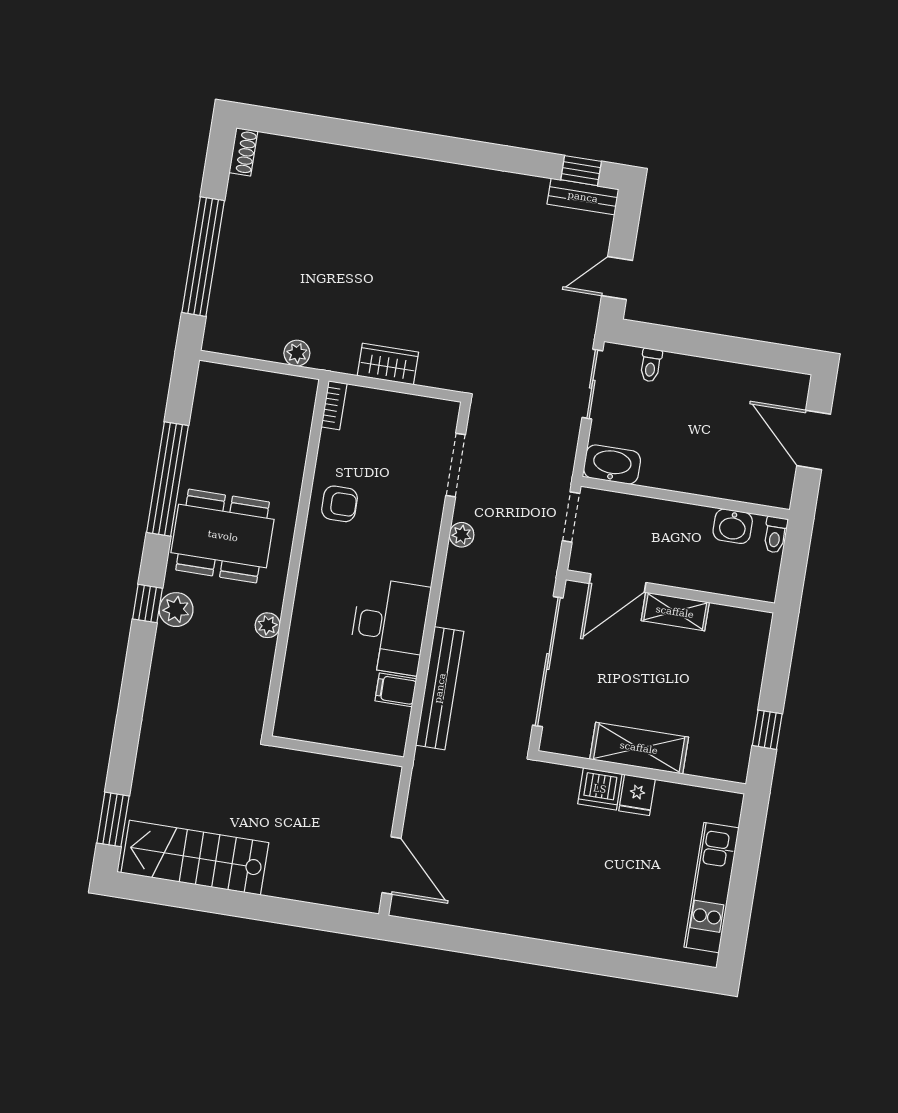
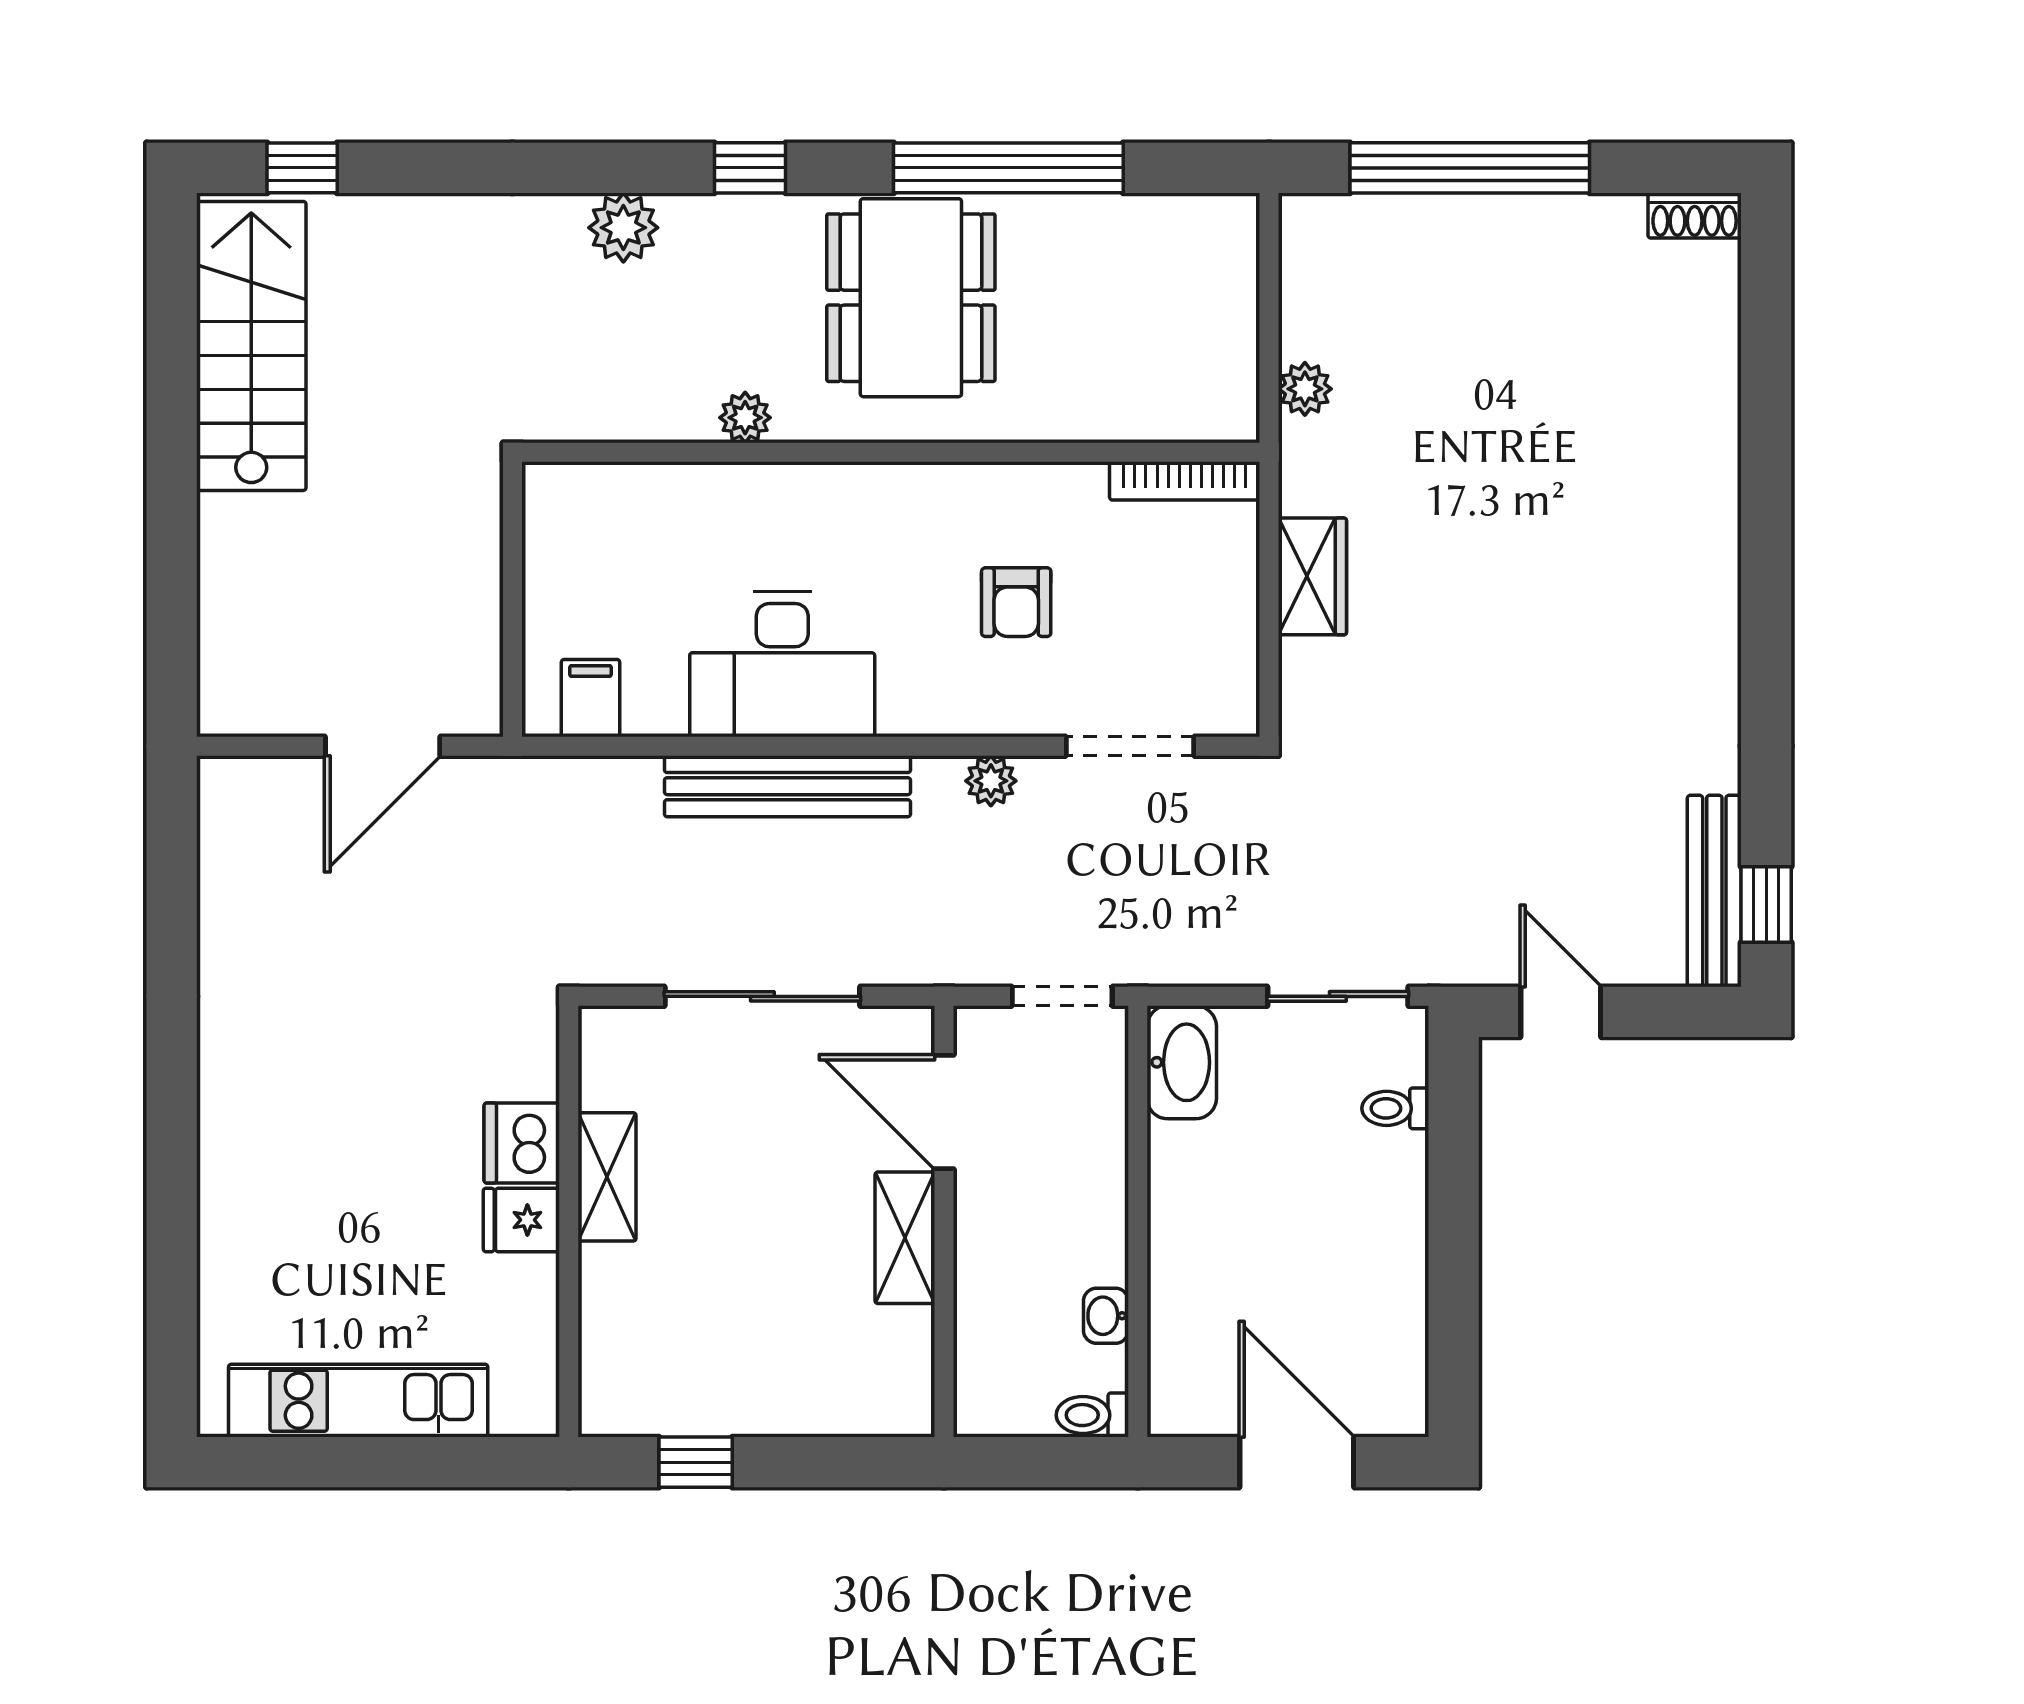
bench: (583, 197) -> (1714, 891), width x1.36
bookcase: (334, 405) -> (1185, 481), width x1.56
door: (814, 440) -> (1297, 1462), hinge flipped
armchair: (340, 504) -> (1016, 602), moved
washbasin: (733, 526) -> (1106, 1316), width x0.72, depth x0.69
plant: (176, 610) -> (623, 228), moved
sliding door: (548, 662) -> (762, 996), width x0.73
bench: (440, 688) -> (787, 786), moved
filing cabinet: (396, 690) -> (591, 698), moved
shelving: (639, 748) -> (607, 1177), width x0.67, depth x0.75
window: (113, 819) -> (302, 168), width x0.67
door: (392, 866) -> (383, 746), moved

